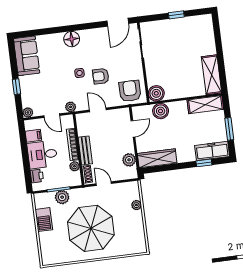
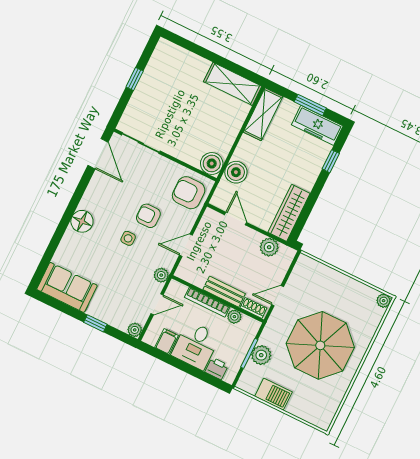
armchair: (101, 76) -> (148, 216), turned 90
freezer: (212, 151) -> (317, 125), moved, turned -90
plant: (136, 205) -> (384, 301), moved

